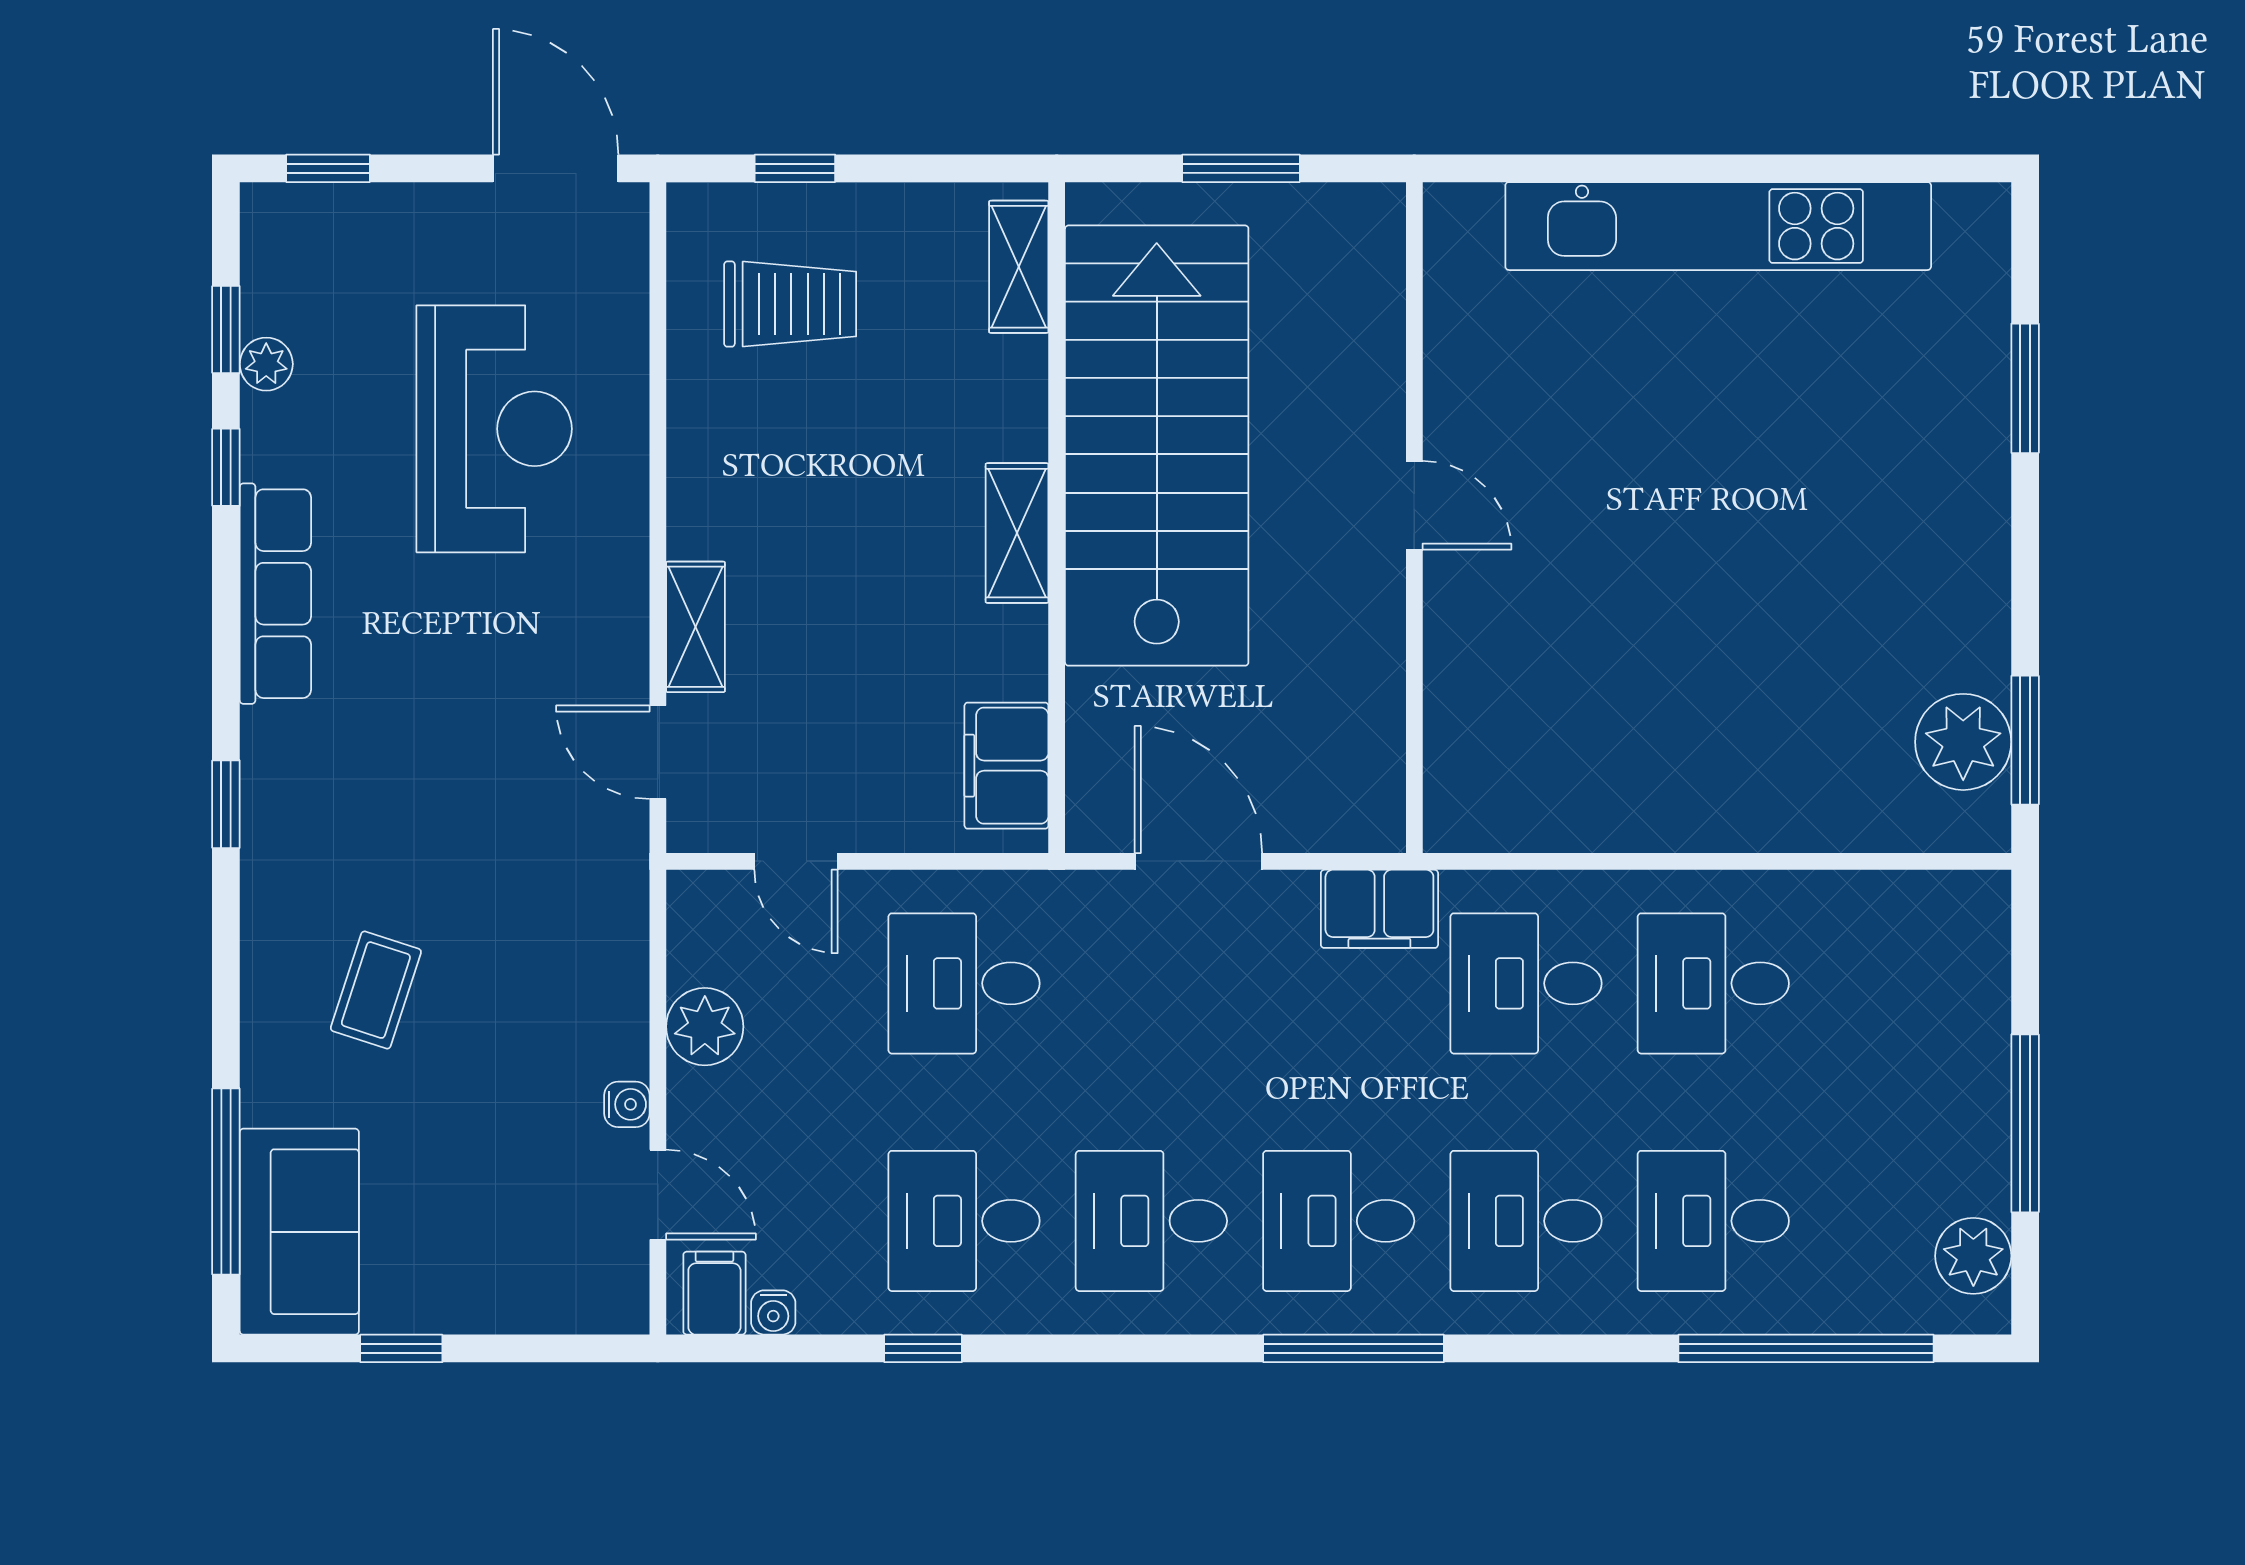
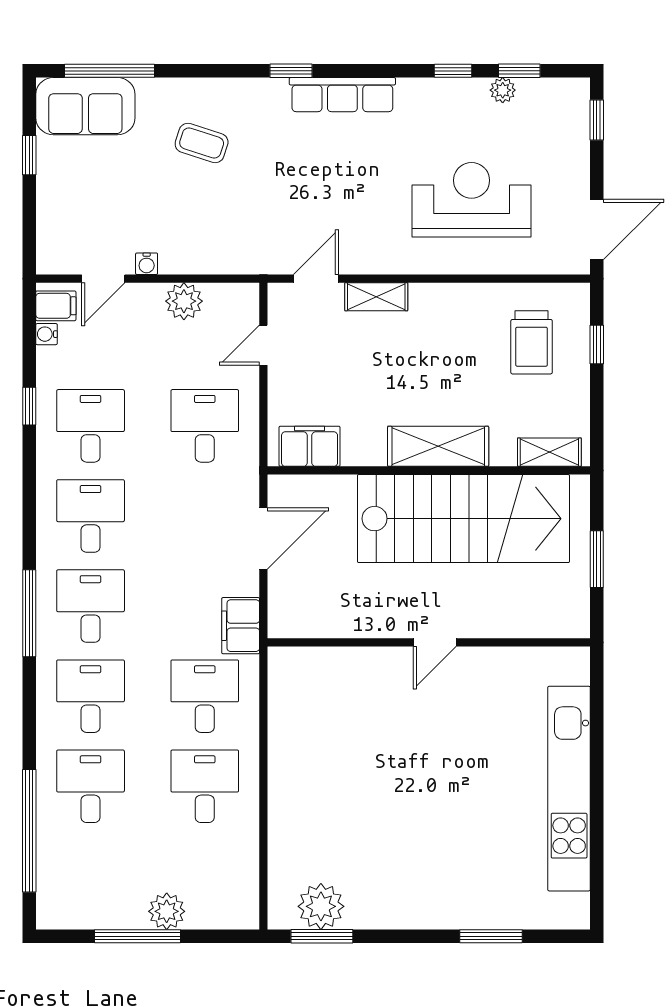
reception desk: (494, 429) -> (472, 200), turned 180
shelving: (1017, 533) -> (438, 446), width x1.50, depth x1.33
row of seats: (275, 594) -> (342, 95), moved
plant: (1973, 1256) -> (167, 911), moved

